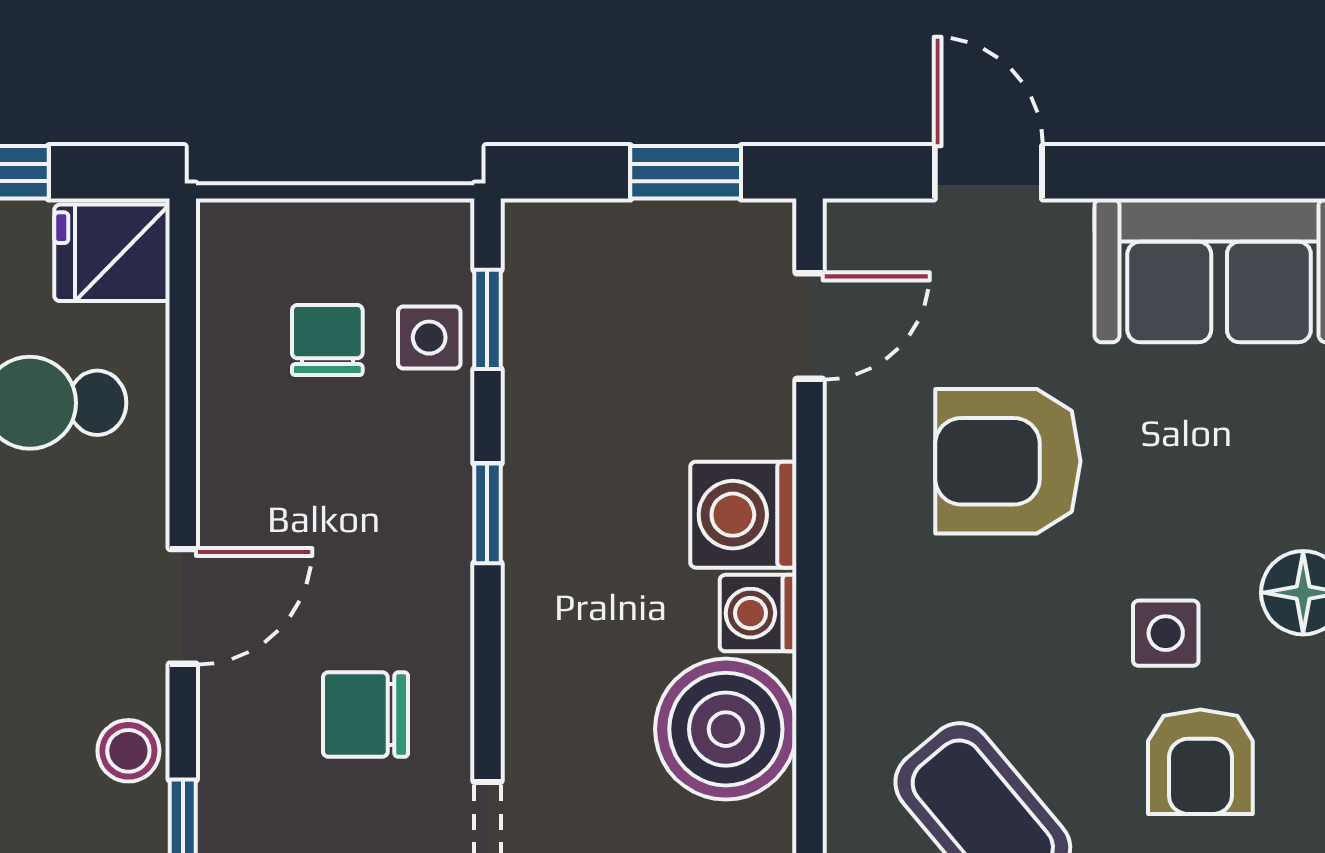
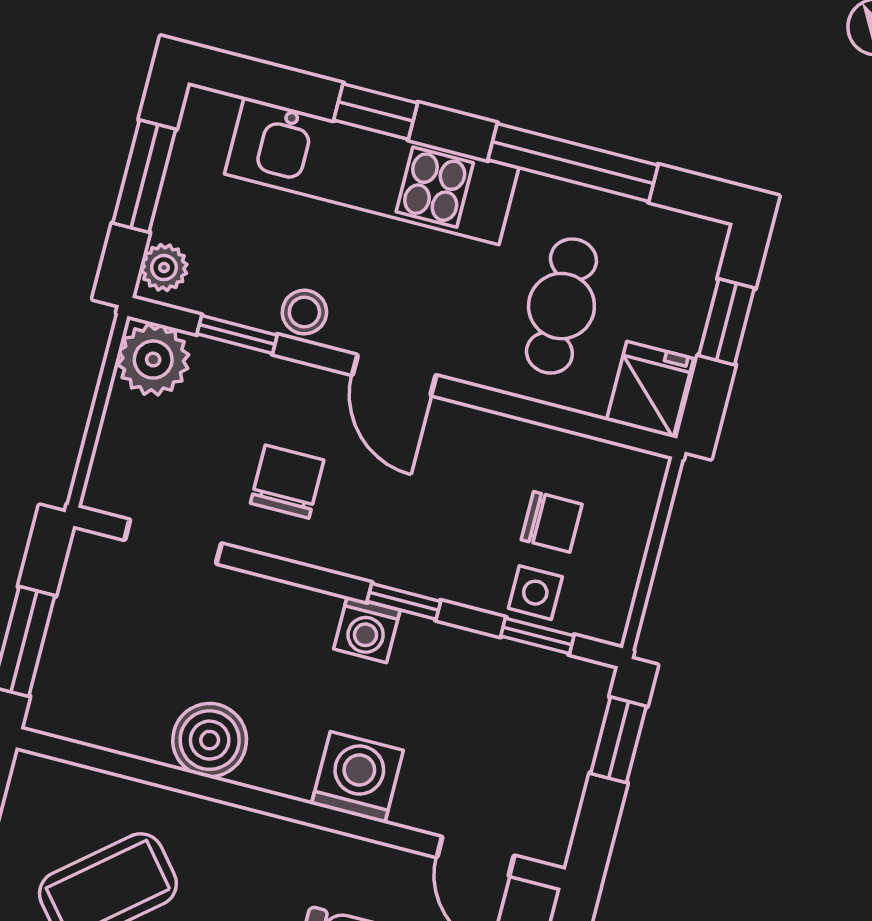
window: (686, 172) -> (619, 740), moved
washing machine: (758, 613) -> (367, 630), moved, turned 180
boiler: (726, 729) -> (210, 740), width x0.73, depth x0.73

